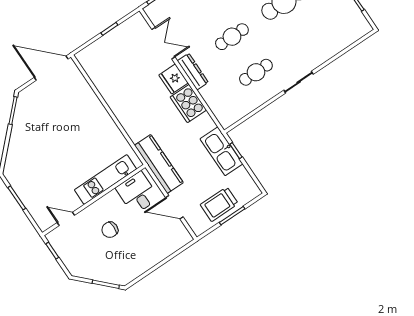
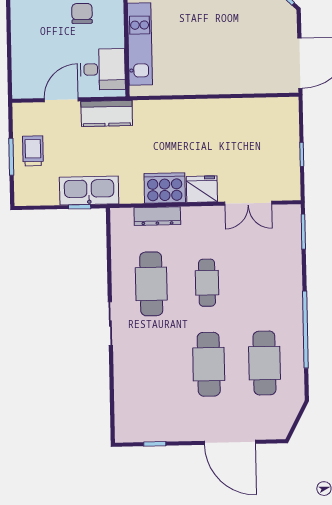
dresser: (193, 72) -> (157, 216), moved
cafe table: (256, 72) -> (151, 284), width x1.37, depth x1.35
kitchen counter: (159, 164) -> (107, 113), width x0.67
trolley: (219, 204) -> (33, 151), width x0.73, depth x0.72

